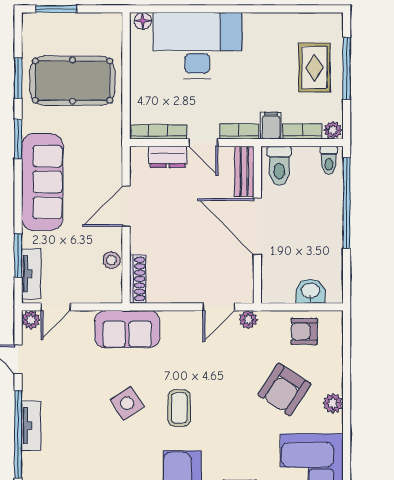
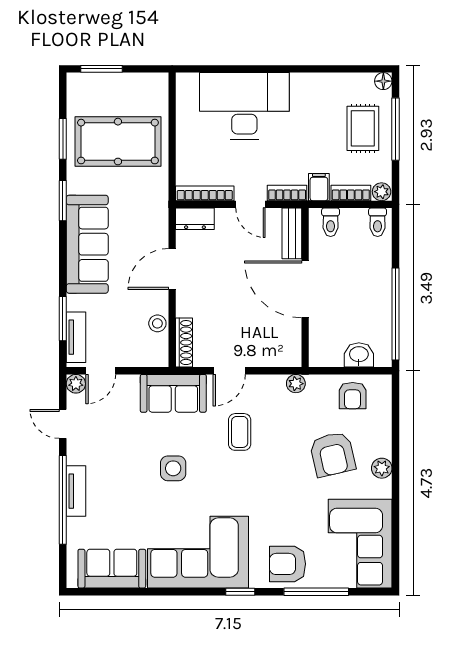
floor lamp: (143, 21) -> (383, 81), moved
dresser: (168, 157) -> (195, 219), moved
toilet: (279, 166) -> (331, 222), width x0.73, depth x0.72
window: (347, 203) -> (395, 314), moved
door: (219, 307) -> (229, 371), moved
armchair: (304, 331) -> (353, 396), turned -90
armchair: (284, 389) -> (332, 454), turned -46
side table: (127, 403) -> (173, 468), turned 33
coffee table: (179, 408) -> (240, 432), moved

